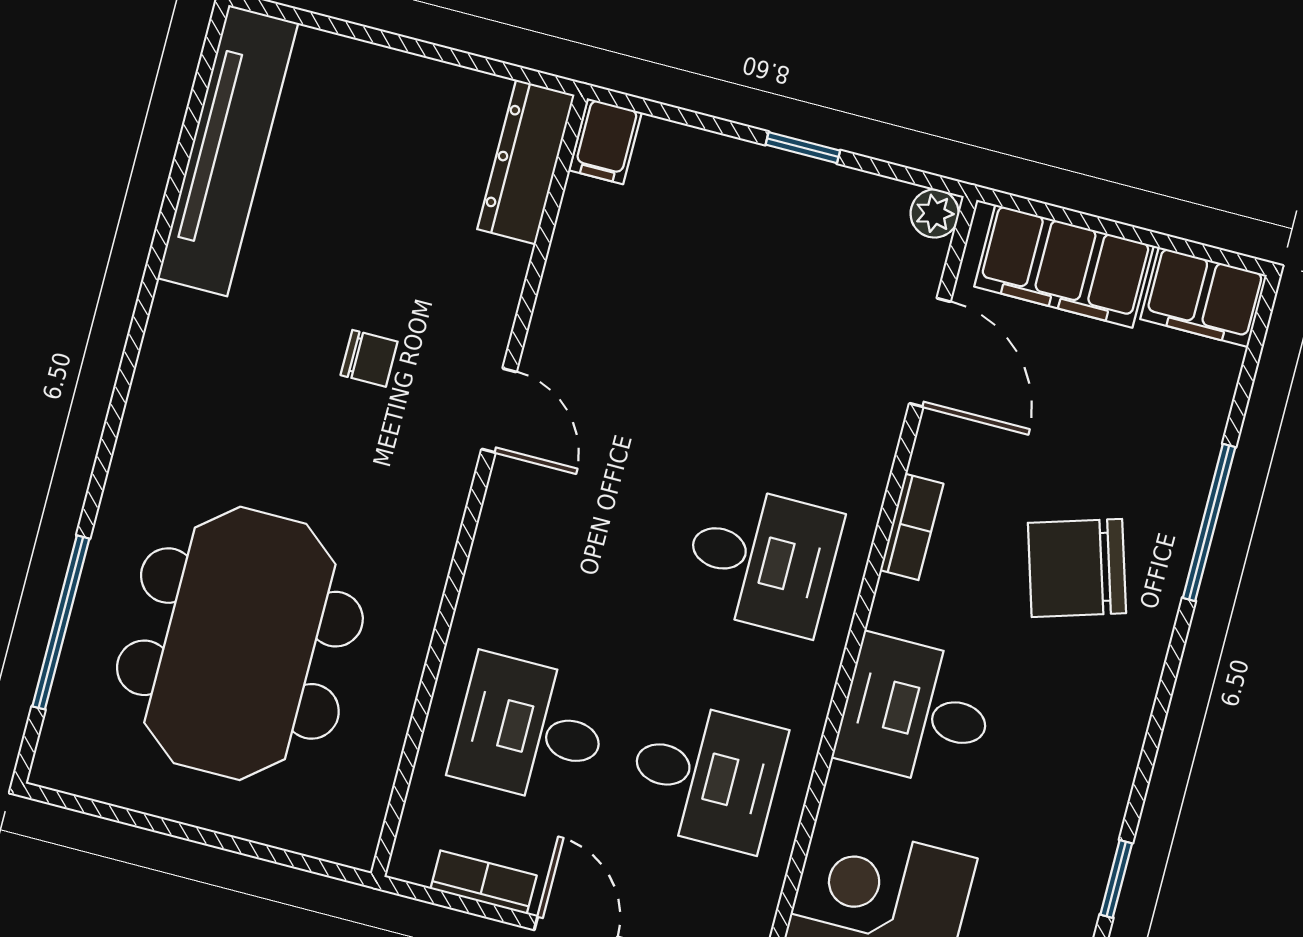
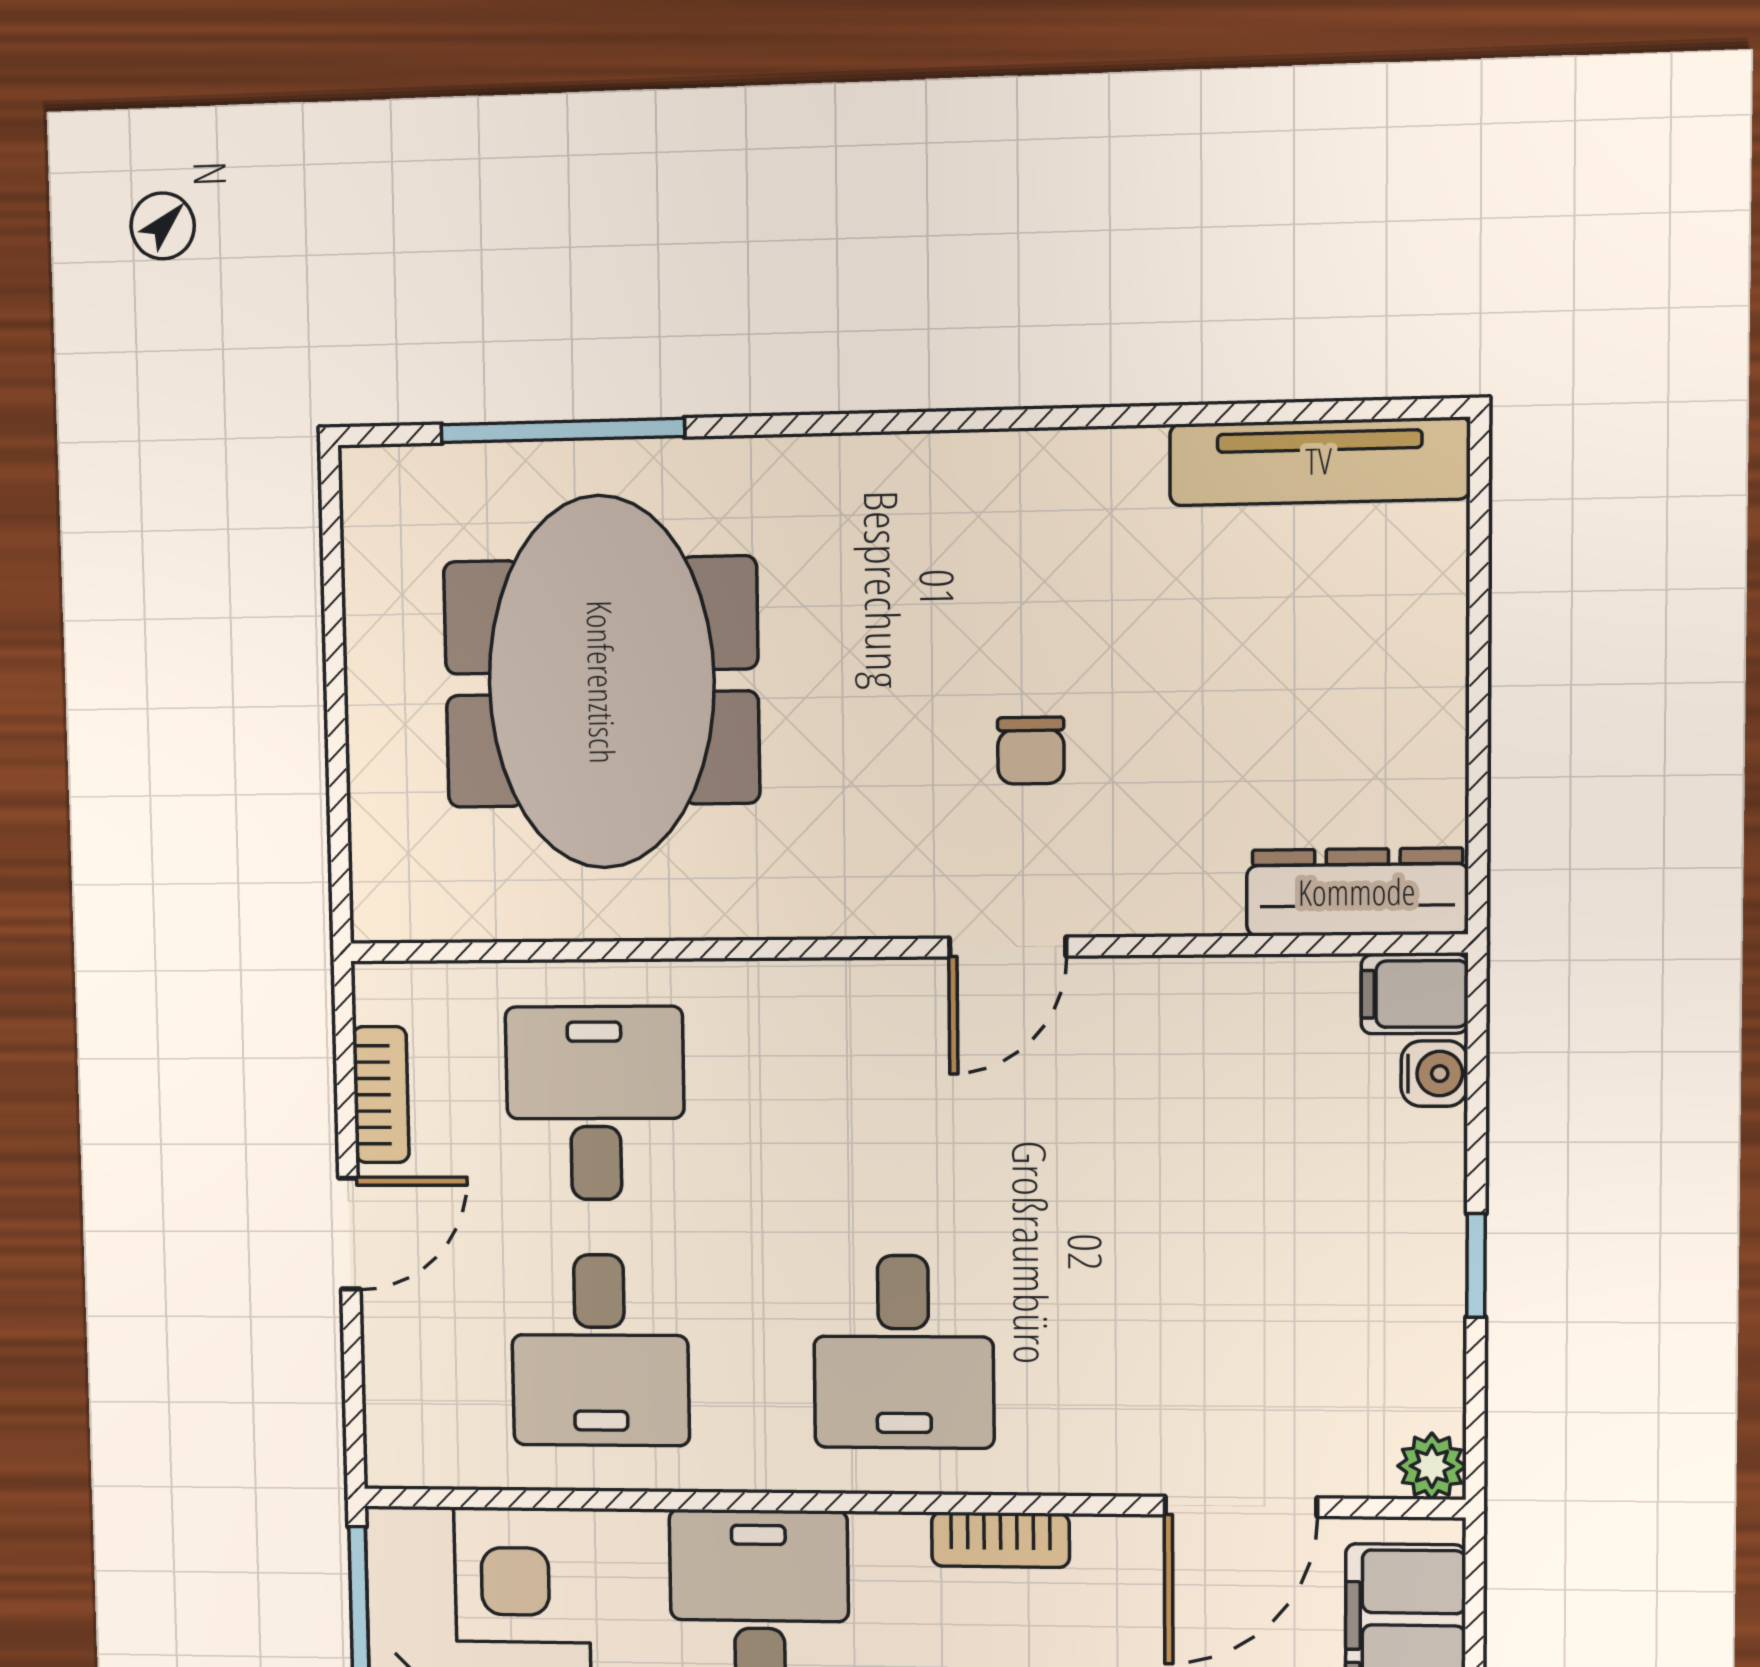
water cooler: (663, 142) -> (1434, 1074), added
tv unit: (228, 151) -> (1319, 461), width x0.73, depth x0.78
meeting table: (240, 643) -> (601, 682), turned 90

